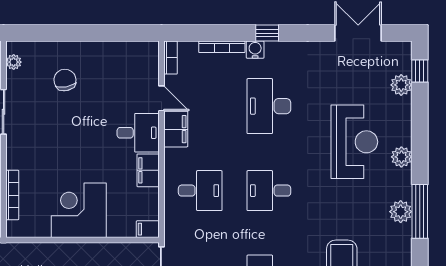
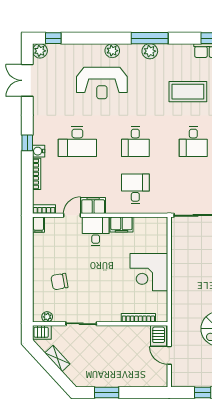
plant: (401, 85) -> (40, 51), moved
reception desk: (354, 142) -> (102, 83), turned 180
filing cabinet: (148, 229) -> (38, 225), moved

